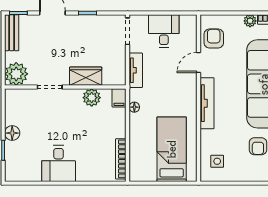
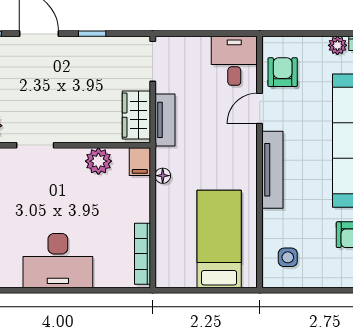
desk: (164, 31) -> (234, 61), moved
wardrobe: (86, 76) -> (136, 115), moved, turned -90
desk: (59, 163) -> (58, 261), width x1.37

